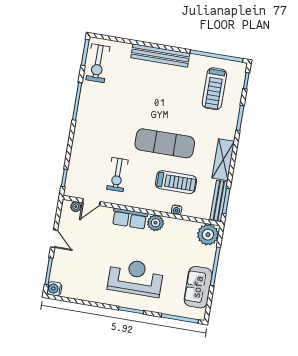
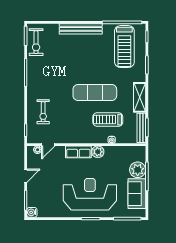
treadmill: (214, 89) -> (124, 47), width x1.37, depth x1.38
exercise bike: (117, 175) -> (43, 112), moved
treadmill: (176, 182) -> (108, 120), turned 180
plant: (208, 235) -> (138, 170), moved
door: (54, 239) -> (26, 176), hinge flipped
reception desk: (136, 277) -> (90, 194), width x1.36, depth x1.30

